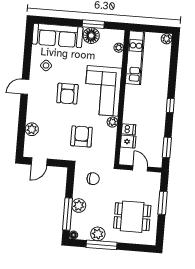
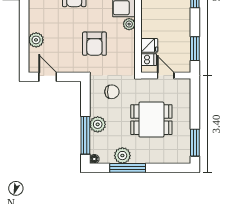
dishwasher: (129, 129) -> (149, 60), moved
armchair: (81, 136) -> (94, 44), turned 180
door: (39, 162) -> (48, 77), swing flipped
window: (163, 203) -> (195, 143), moved
dining table: (132, 217) -> (151, 120), moved

